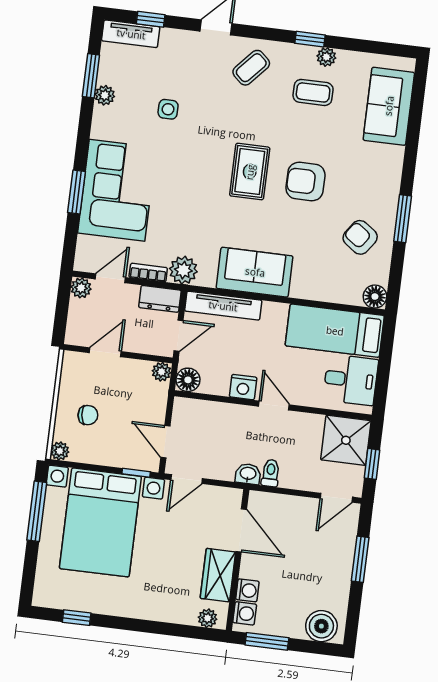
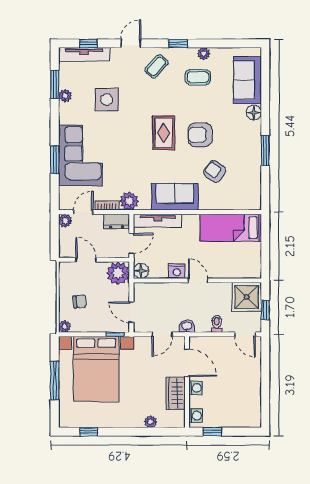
tv unit: (131, 34) -> (84, 54), width x1.41
window: (310, 39) -> (178, 43), moved
side table: (168, 109) -> (107, 100), width x1.87, depth x1.87
armchair: (360, 237) -> (215, 171), moved
floor lamp: (375, 297) -> (254, 113), moved
door: (105, 352) -> (86, 260), hinge flipped
plant: (161, 372) -> (118, 273), width x1.88, depth x1.88
desk: (351, 380) -> (245, 258), removed
toilet: (271, 473) -> (217, 324), moved
door: (187, 479) -> (162, 334), moved
door: (336, 498) -> (245, 334), hinge flipped
window: (37, 511) -> (55, 380), moved
window: (360, 559) -> (265, 372), removed
washing machine: (247, 590) -> (196, 388), moved
plant: (208, 618) -> (151, 422), moved
boiler: (321, 626) -> (246, 418), removed
window: (267, 641) -> (212, 432), width x0.67

